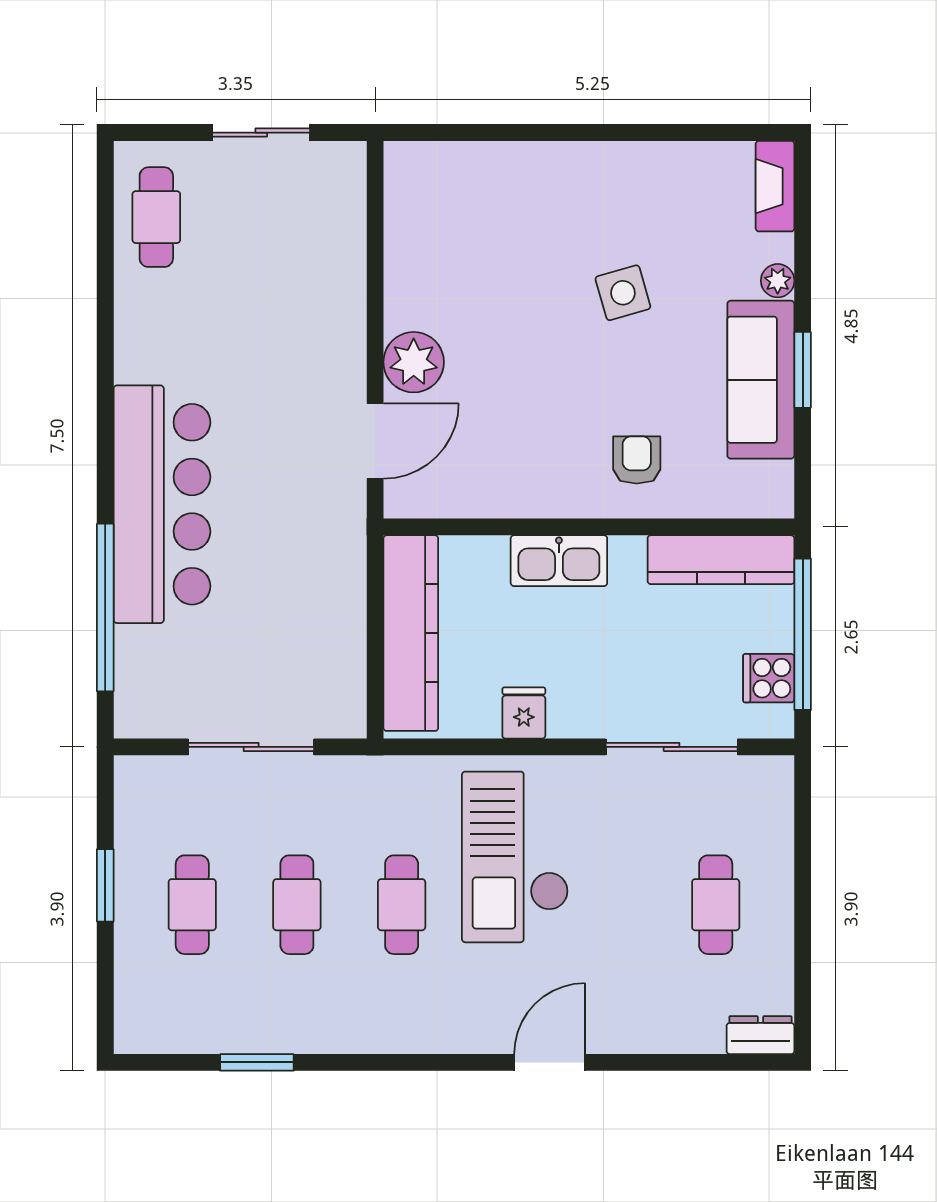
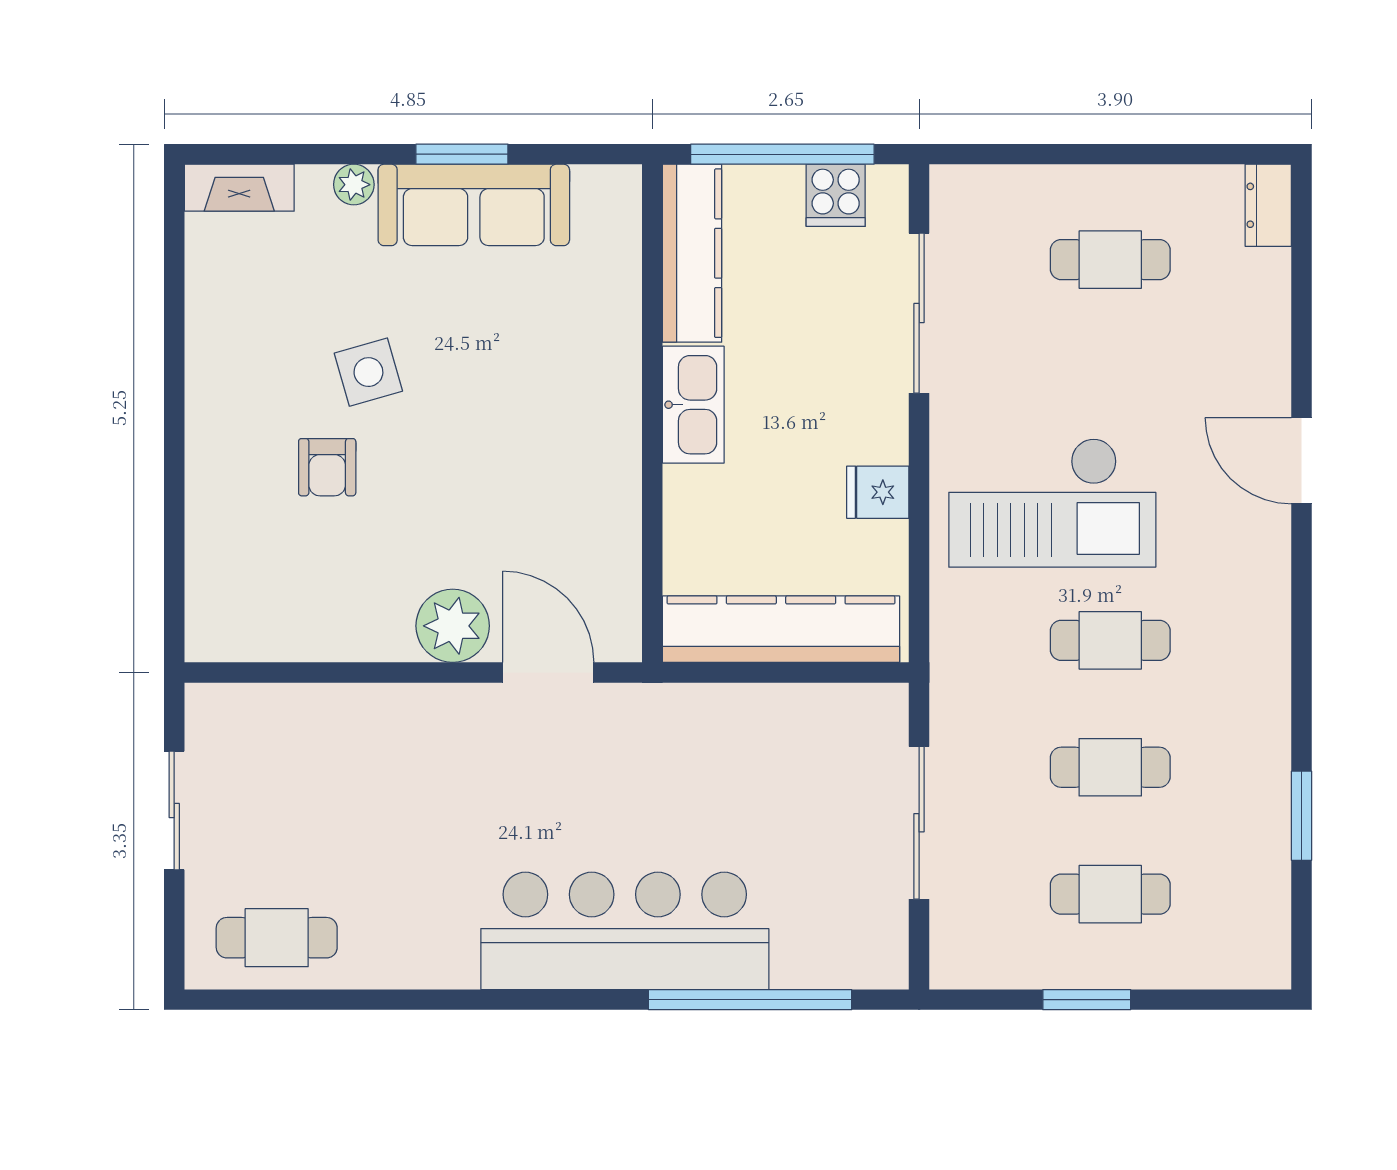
armchair: (637, 460) -> (327, 467), moved, turned -90
kitchen sink: (559, 561) -> (693, 405), moved

